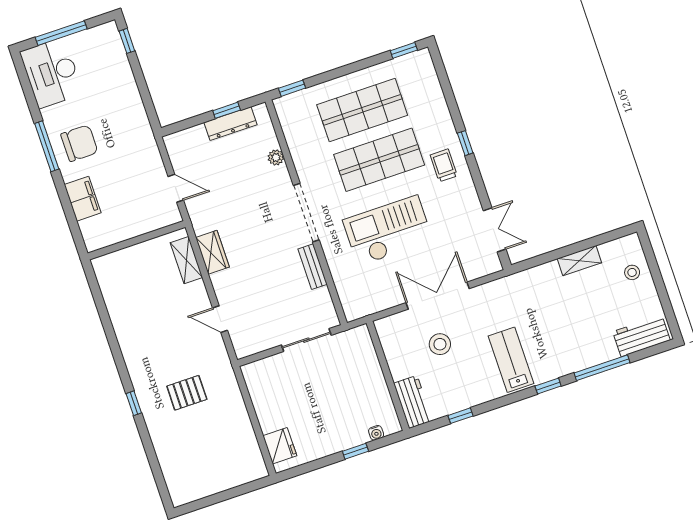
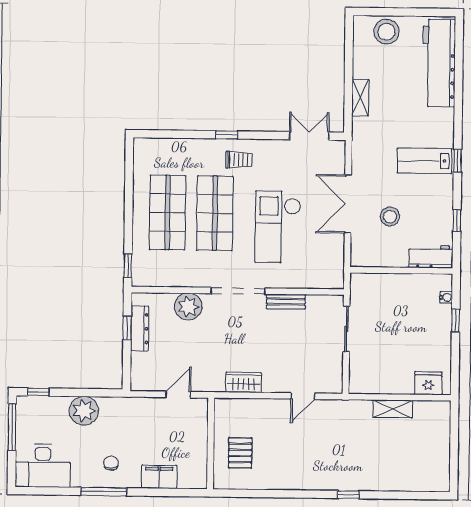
window: (61, 33) -> (12, 427), moved
window: (404, 50) -> (129, 159), removed
plant: (124, 96) -> (84, 411), added
chair: (79, 143) -> (111, 463), width x0.54, depth x0.54
plant: (276, 157) -> (188, 307), width x1.88, depth x1.88
trolley: (444, 165) -> (239, 160), turned 180
shelving: (186, 260) -> (393, 409), moved
shelving: (579, 261) -> (360, 98), moved
stool: (632, 272) -> (386, 32), width x1.89, depth x1.89
workbench: (641, 336) -> (439, 63), width x1.88, depth x1.32
window: (602, 368) -> (459, 86), removed
window: (548, 386) -> (458, 161), moved
pallet: (187, 393) -> (240, 453), moved

